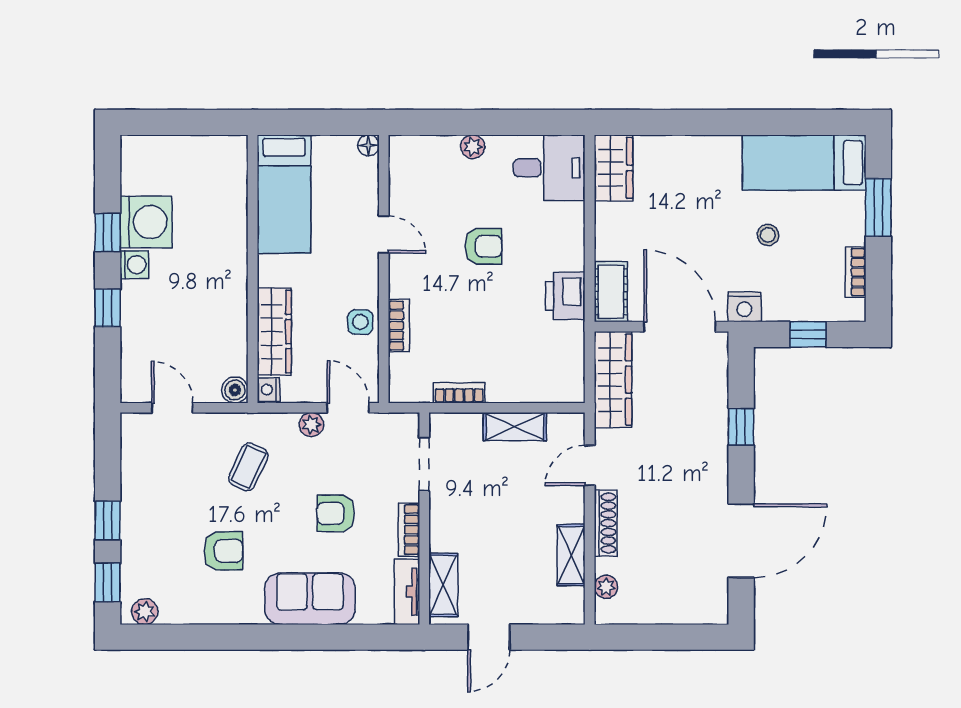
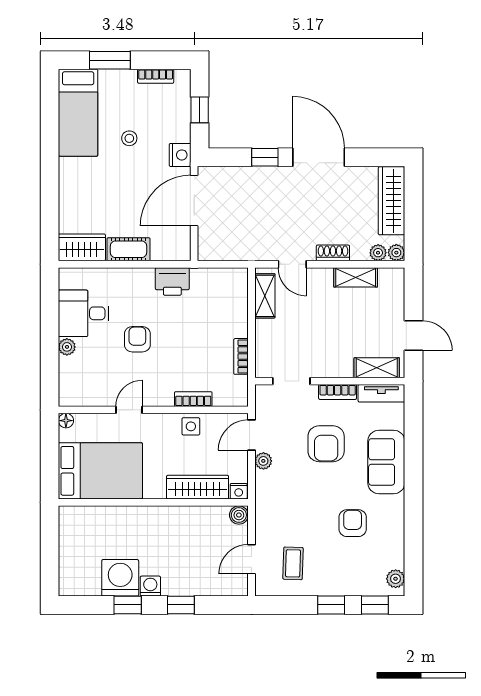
desk: (549, 168) -> (84, 313), moved, turned -90
bed: (284, 194) -> (100, 471), width x1.50
cot: (611, 292) -> (128, 249), moved
wardrobe: (613, 380) -> (392, 201), moved, turned -90
shelving: (515, 427) -> (265, 296), moved
coffee table: (248, 467) -> (293, 563), moved, turned 67
armchair: (336, 513) -> (326, 444), width x1.38, depth x1.38
shoe rack: (606, 523) -> (333, 253), width x0.70
door: (741, 541) -> (319, 157), moved
plant: (606, 613) -> (396, 253), added

